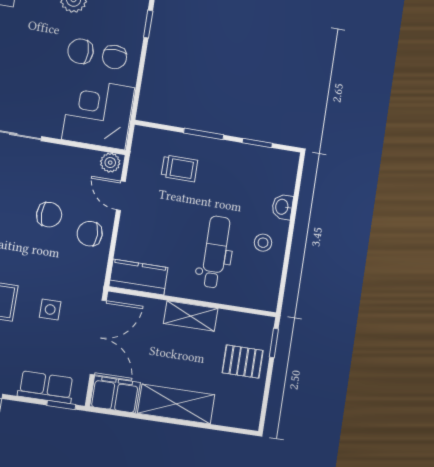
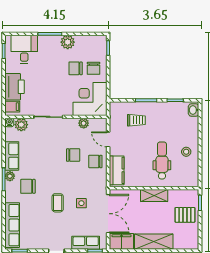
plant: (110, 163) -> (84, 123), moved
washbasin: (282, 207) -> (194, 110), moved
kitchen counter: (138, 277) -> (117, 170), moved, turned 90

